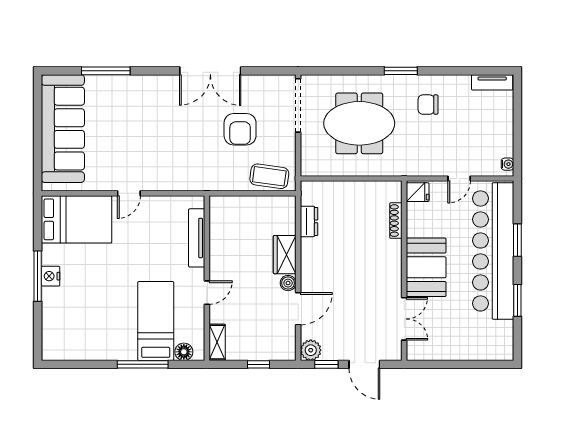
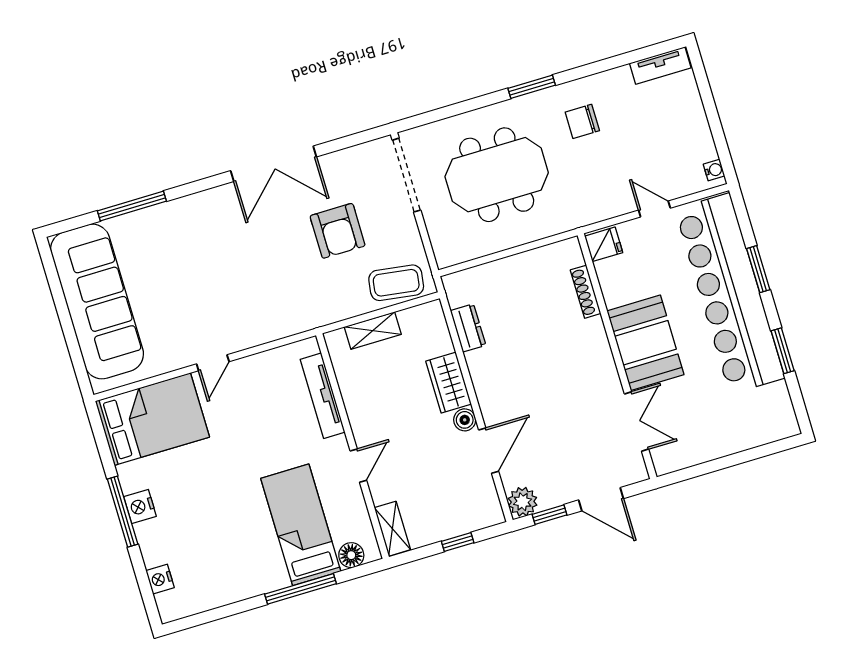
door: (459, 179) -> (654, 209), swing flipped
shelving: (244, 204) -> (373, 331), added
nightstand: (49, 329) -> (160, 579), added

